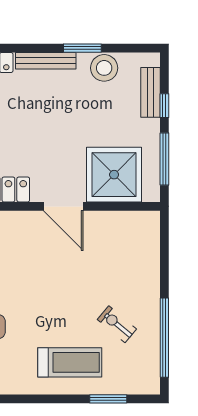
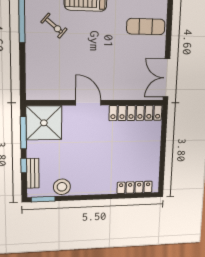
window: (82, 48) -> (43, 199), moved
bench: (46, 61) -> (97, 190), removed
shower: (114, 175) -> (44, 123), moved

